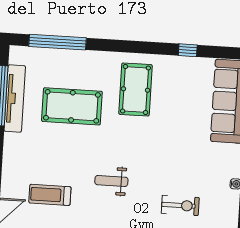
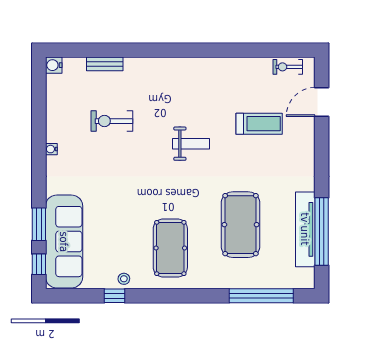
stool: (178, 65) -> (124, 279), added
pool table: (72, 106) -> (240, 225), turned 90

